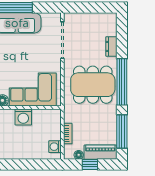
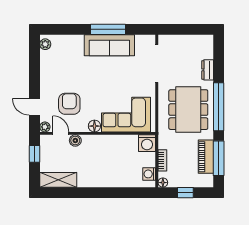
dining table: (93, 85) -> (188, 110), turned 90
washing machine: (23, 117) -> (147, 143), moved
piano: (100, 152) -> (206, 157), moved, turned -90
floor lamp: (79, 155) -> (163, 183), moved

